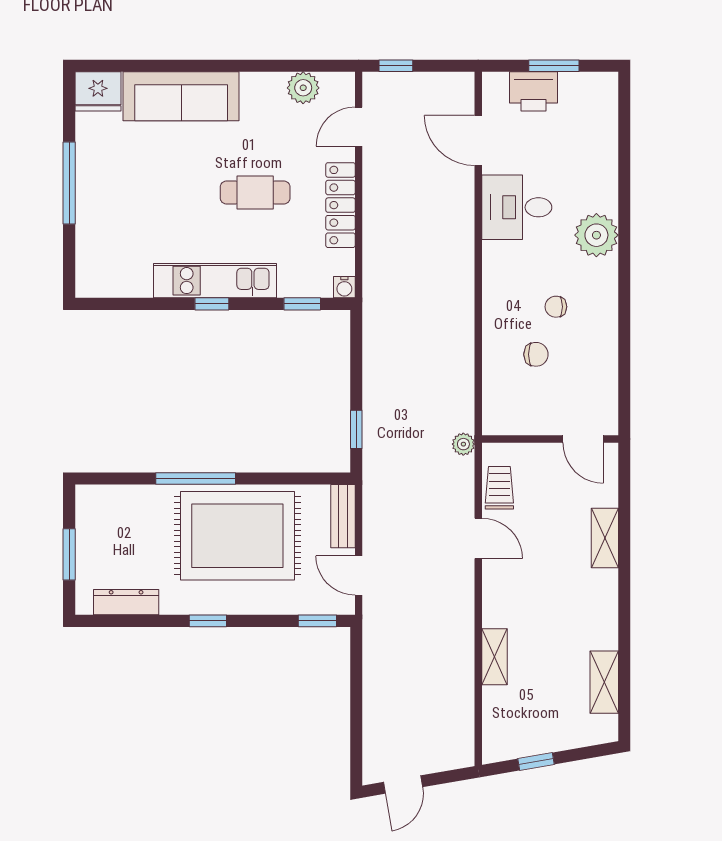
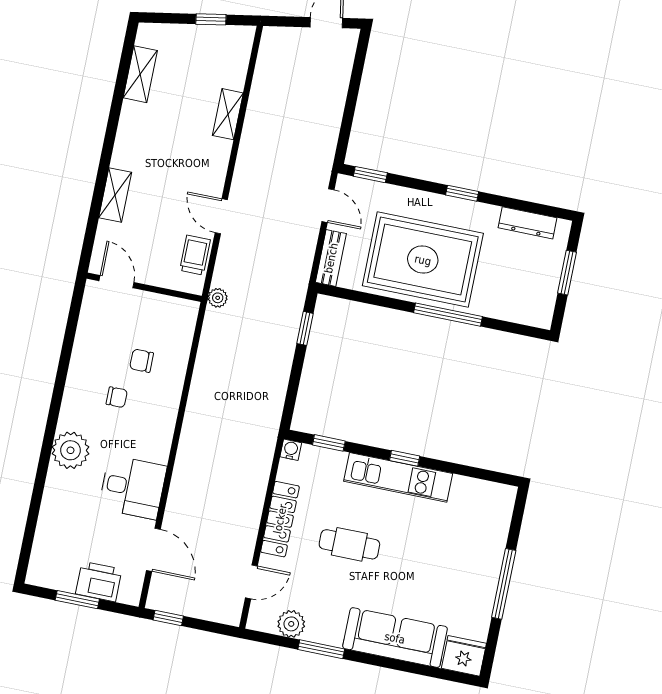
window: (263, 66) -> (321, 649), added
window: (396, 66) -> (168, 618), moved
trolley: (499, 488) -> (195, 255), turned 180

